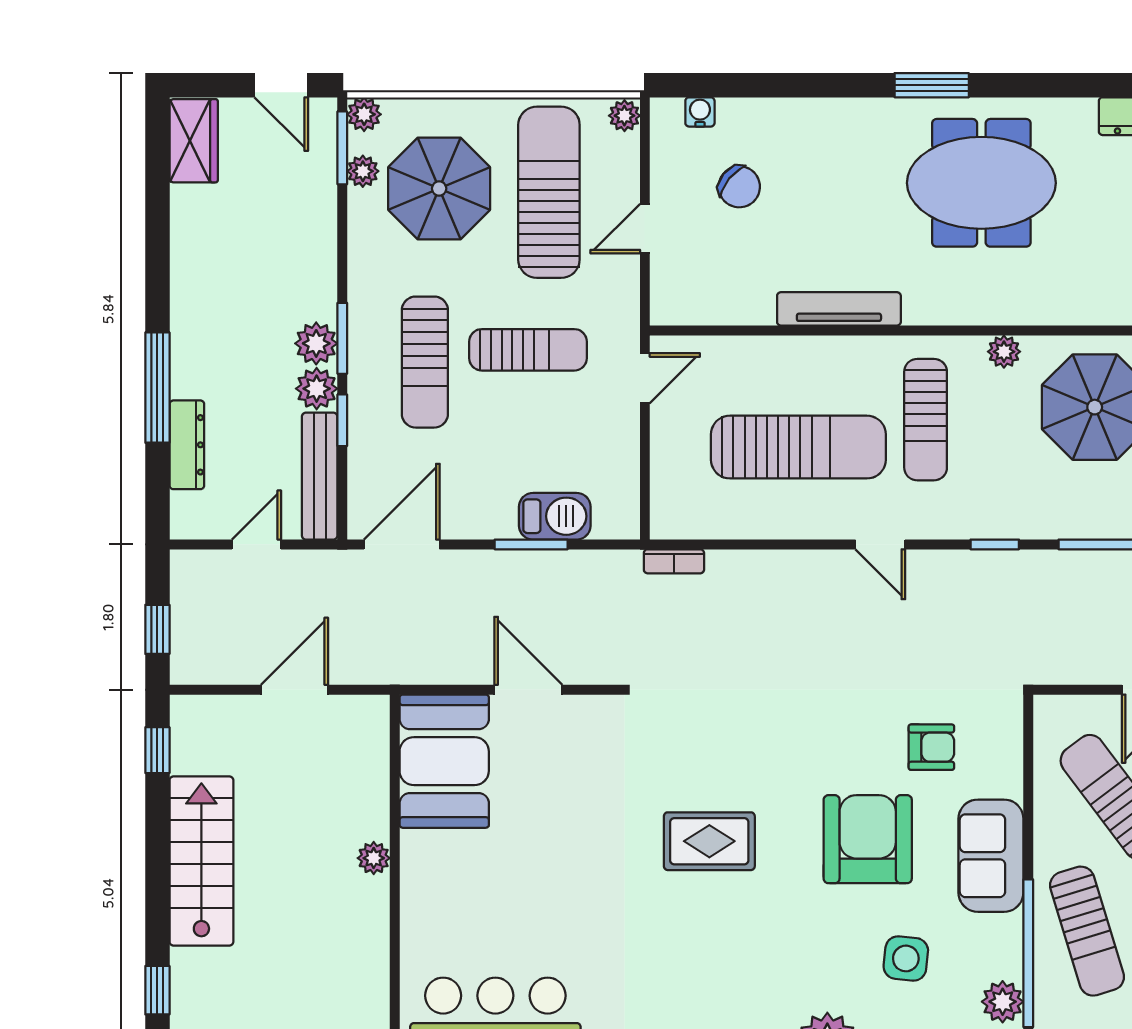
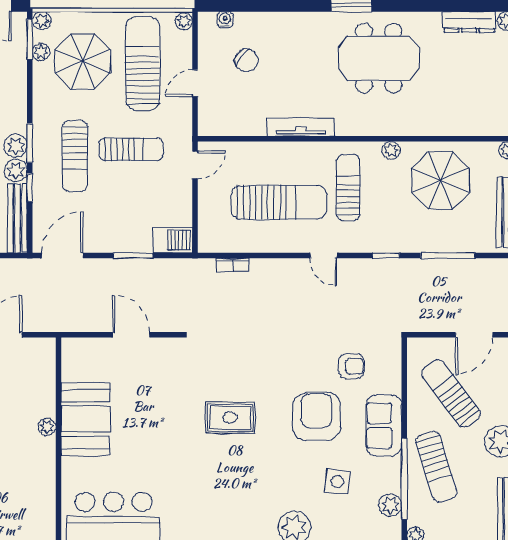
sun lounger: (926, 420) -> (348, 187), turned 180
barbecue: (555, 516) -> (173, 240), moved
bookcase: (674, 561) -> (233, 265), moved
booth: (444, 761) -> (85, 419), moved

